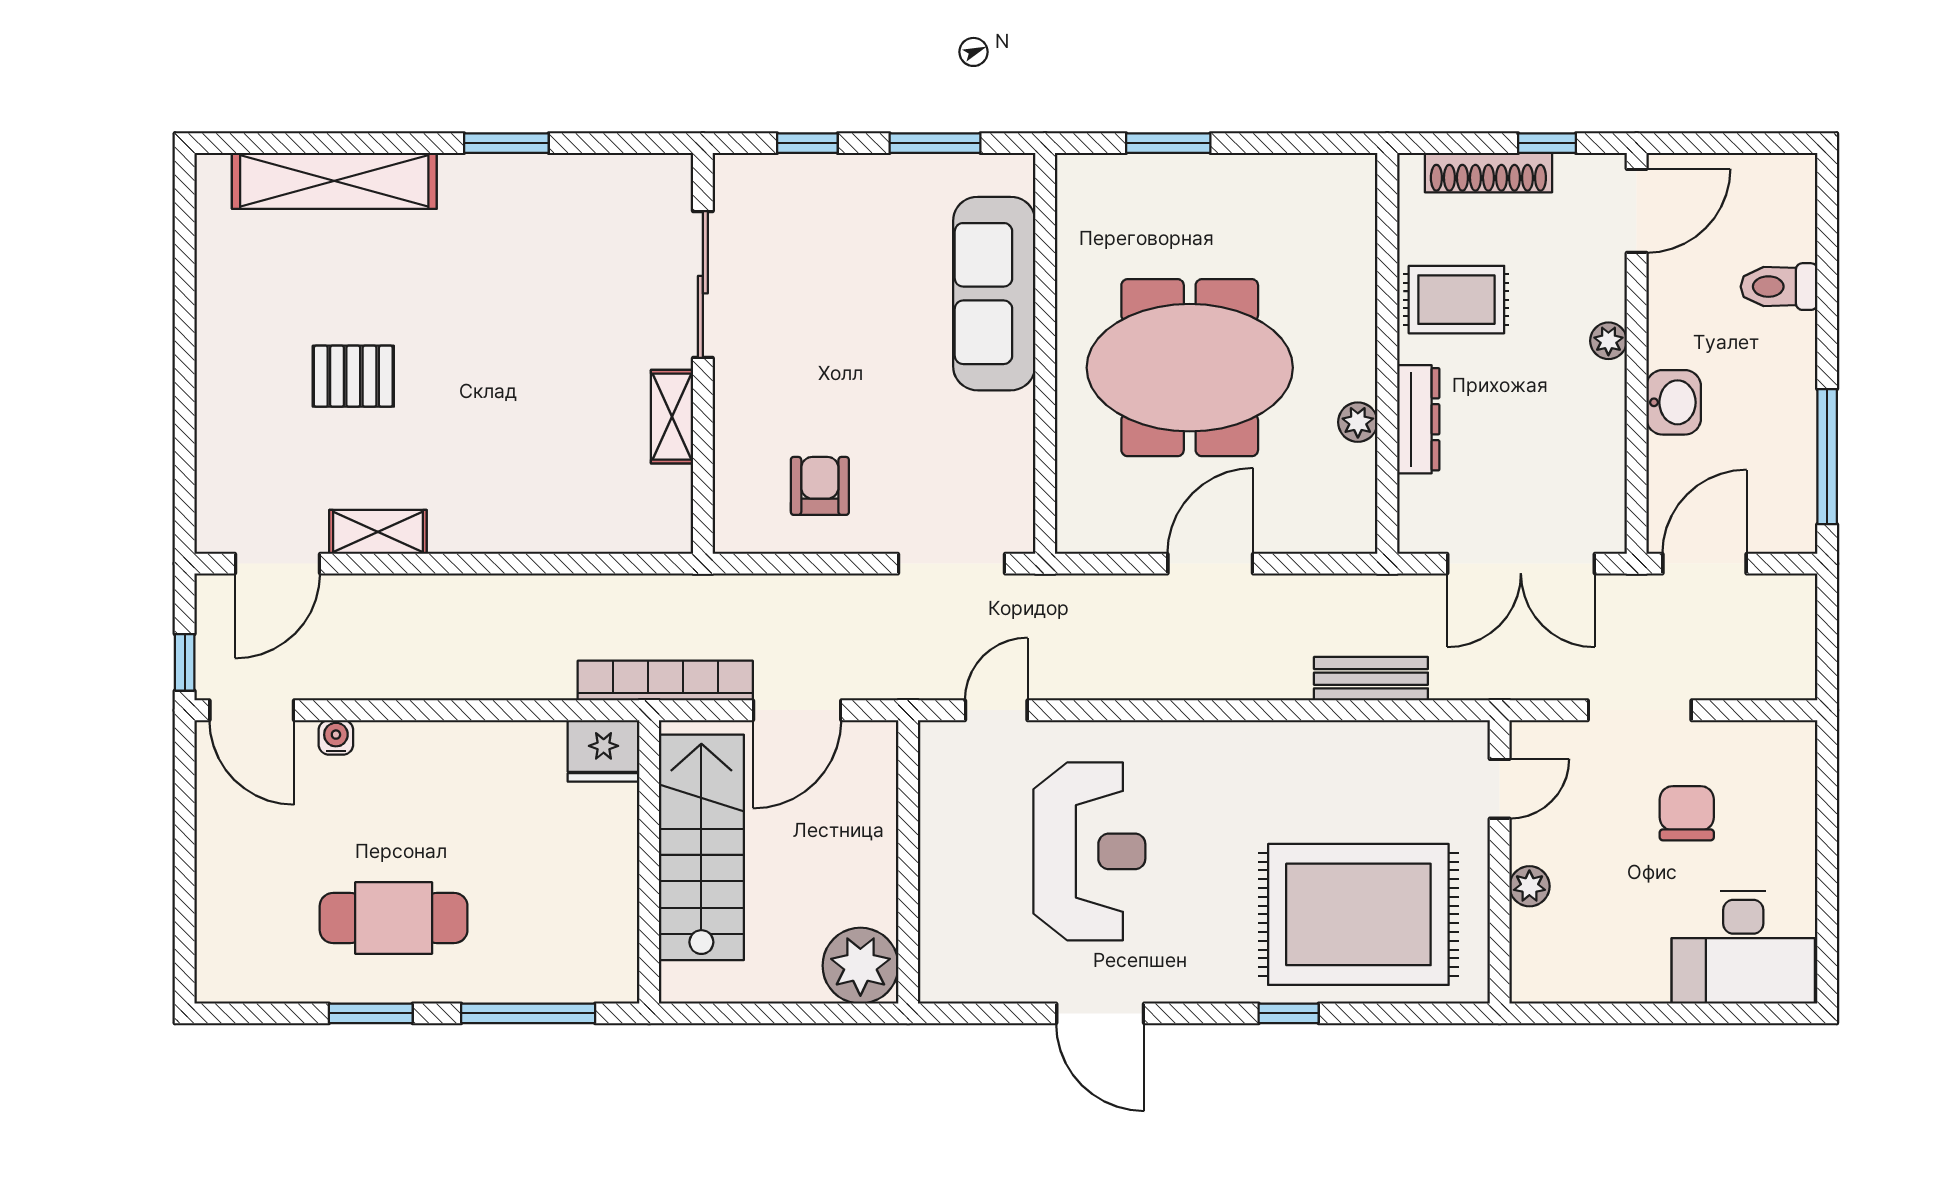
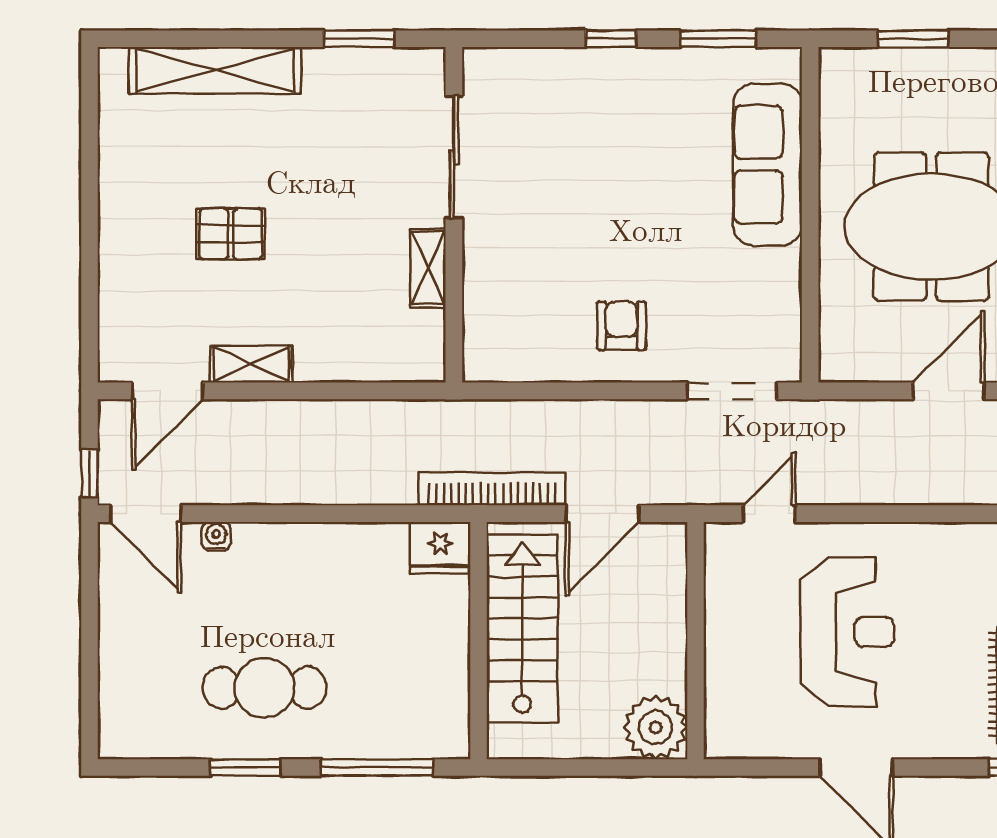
sliding door: (703, 285) -> (454, 157), moved
wall: (703, 353) -> (454, 215), moved
shelving: (672, 417) -> (428, 268), moved

